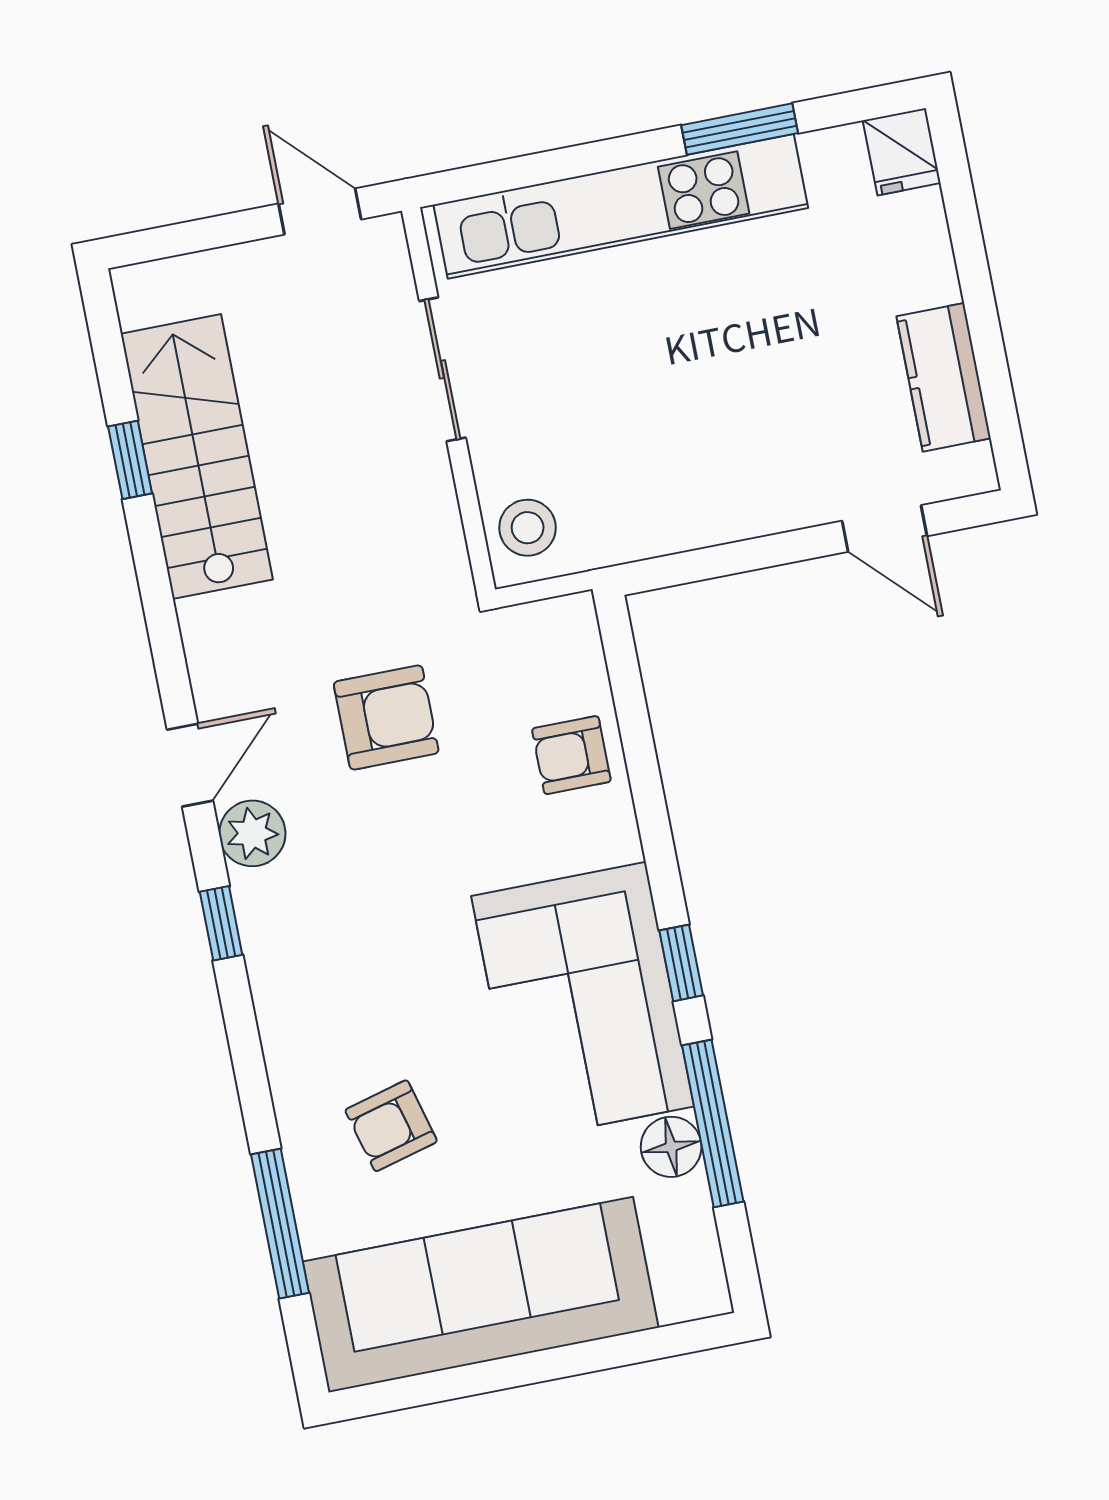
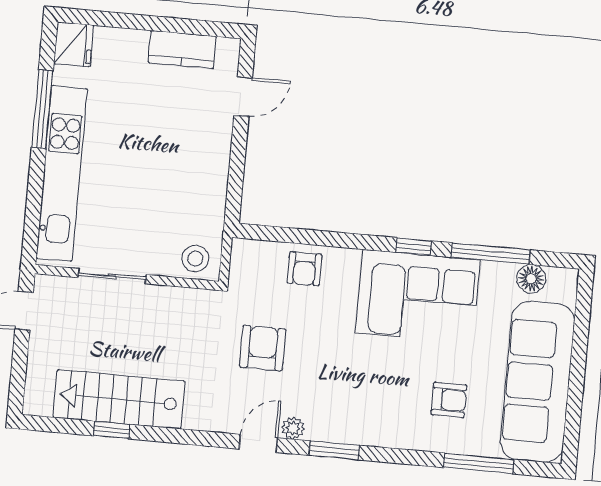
window: (740, 129) -> (42, 109), width x1.44
fridge: (902, 152) -> (74, 44), width x1.38
door: (190, 765) -> (258, 443), hinge flipped
plant: (252, 833) -> (293, 428), width x0.73, depth x0.73
window: (221, 923) -> (334, 450), width x1.50
armchair: (391, 1126) -> (449, 400), turned -75
floor lamp: (671, 1147) -> (531, 279), moved

